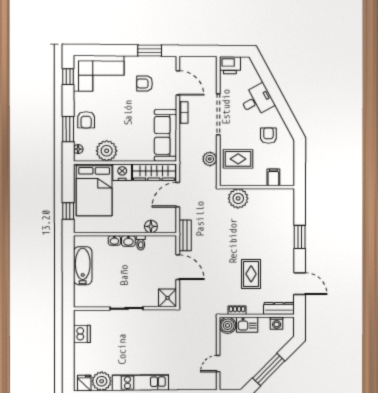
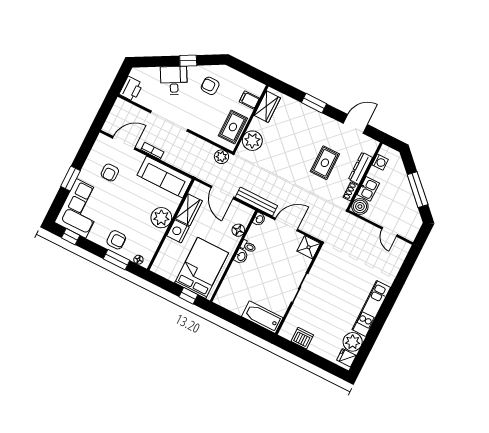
window: (150, 50) -> (71, 178), moved
window: (281, 104) -> (188, 61), added
plant: (107, 151) -> (161, 218), moved
plant: (210, 159) -> (221, 157), moved
rug: (238, 159) -> (233, 127), moved
wardrobe: (154, 172) -> (189, 210), width x0.67
bed: (94, 190) -> (202, 268), moved, turned -90
wardrobe: (275, 197) -> (267, 107), added
bench: (185, 235) -> (256, 201), width x1.36
washbasin: (114, 240) -> (259, 219), moved
bathtub: (83, 266) -> (262, 317), moved
rug: (251, 274) -> (325, 163), turned 90
dresser: (279, 308) -> (360, 168), moved

